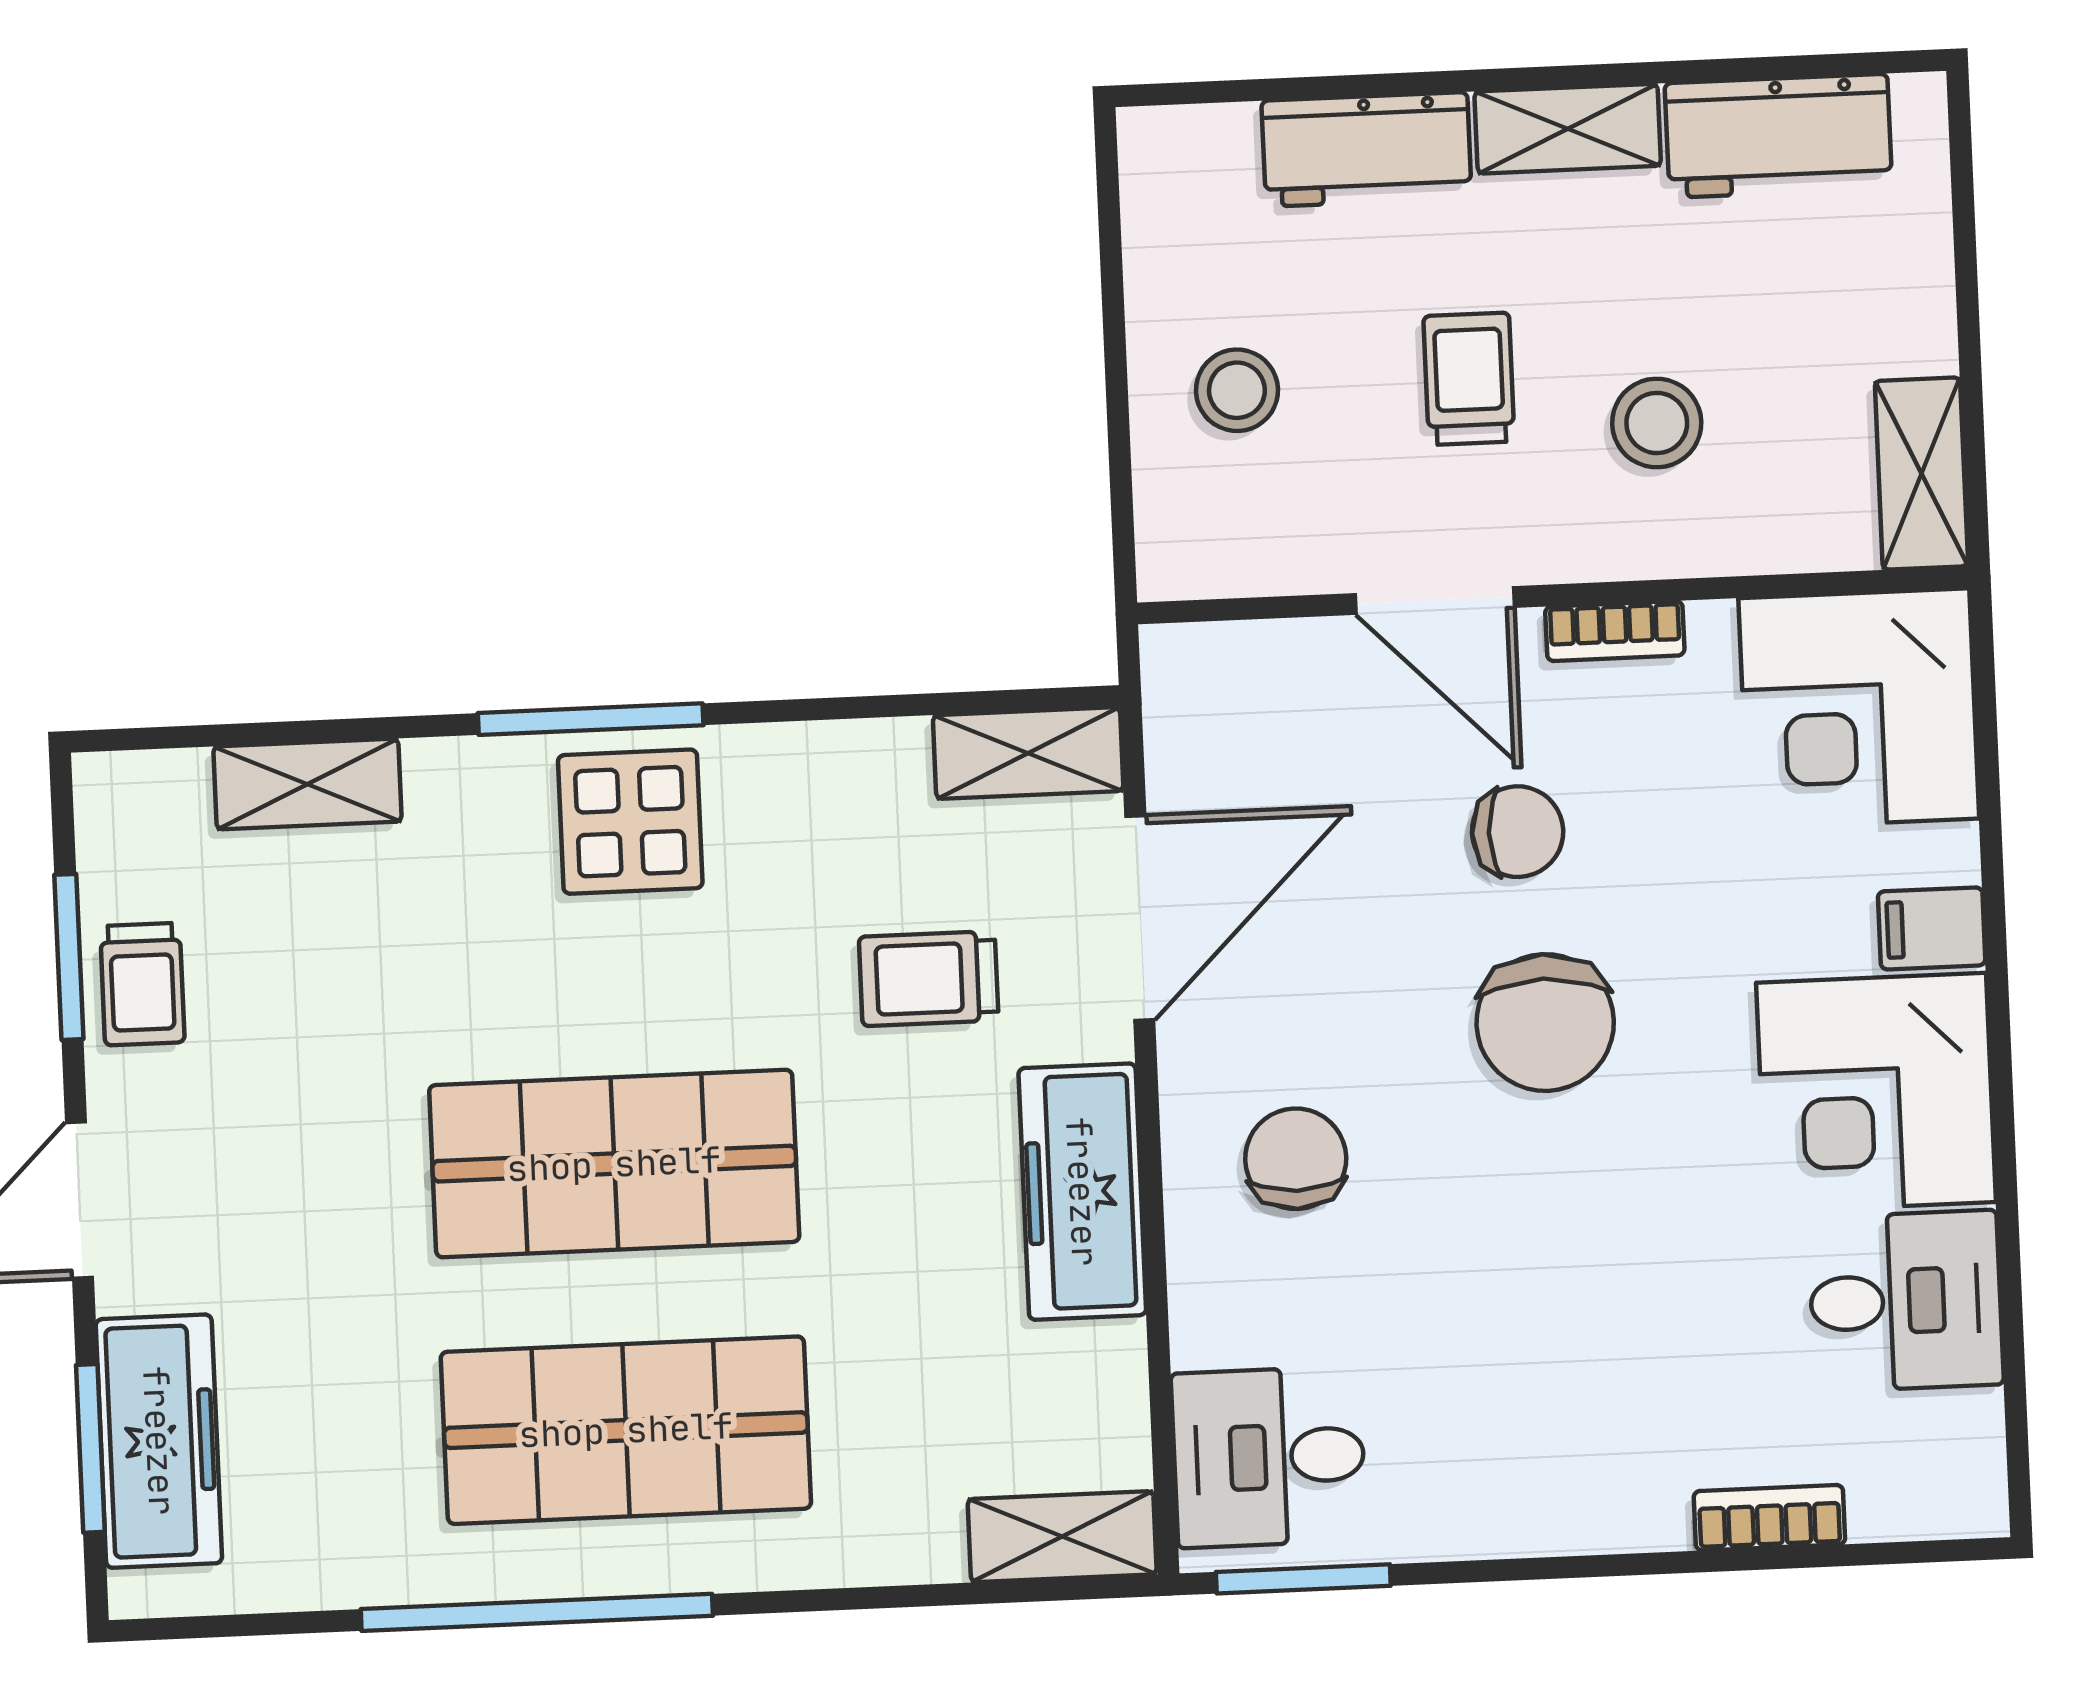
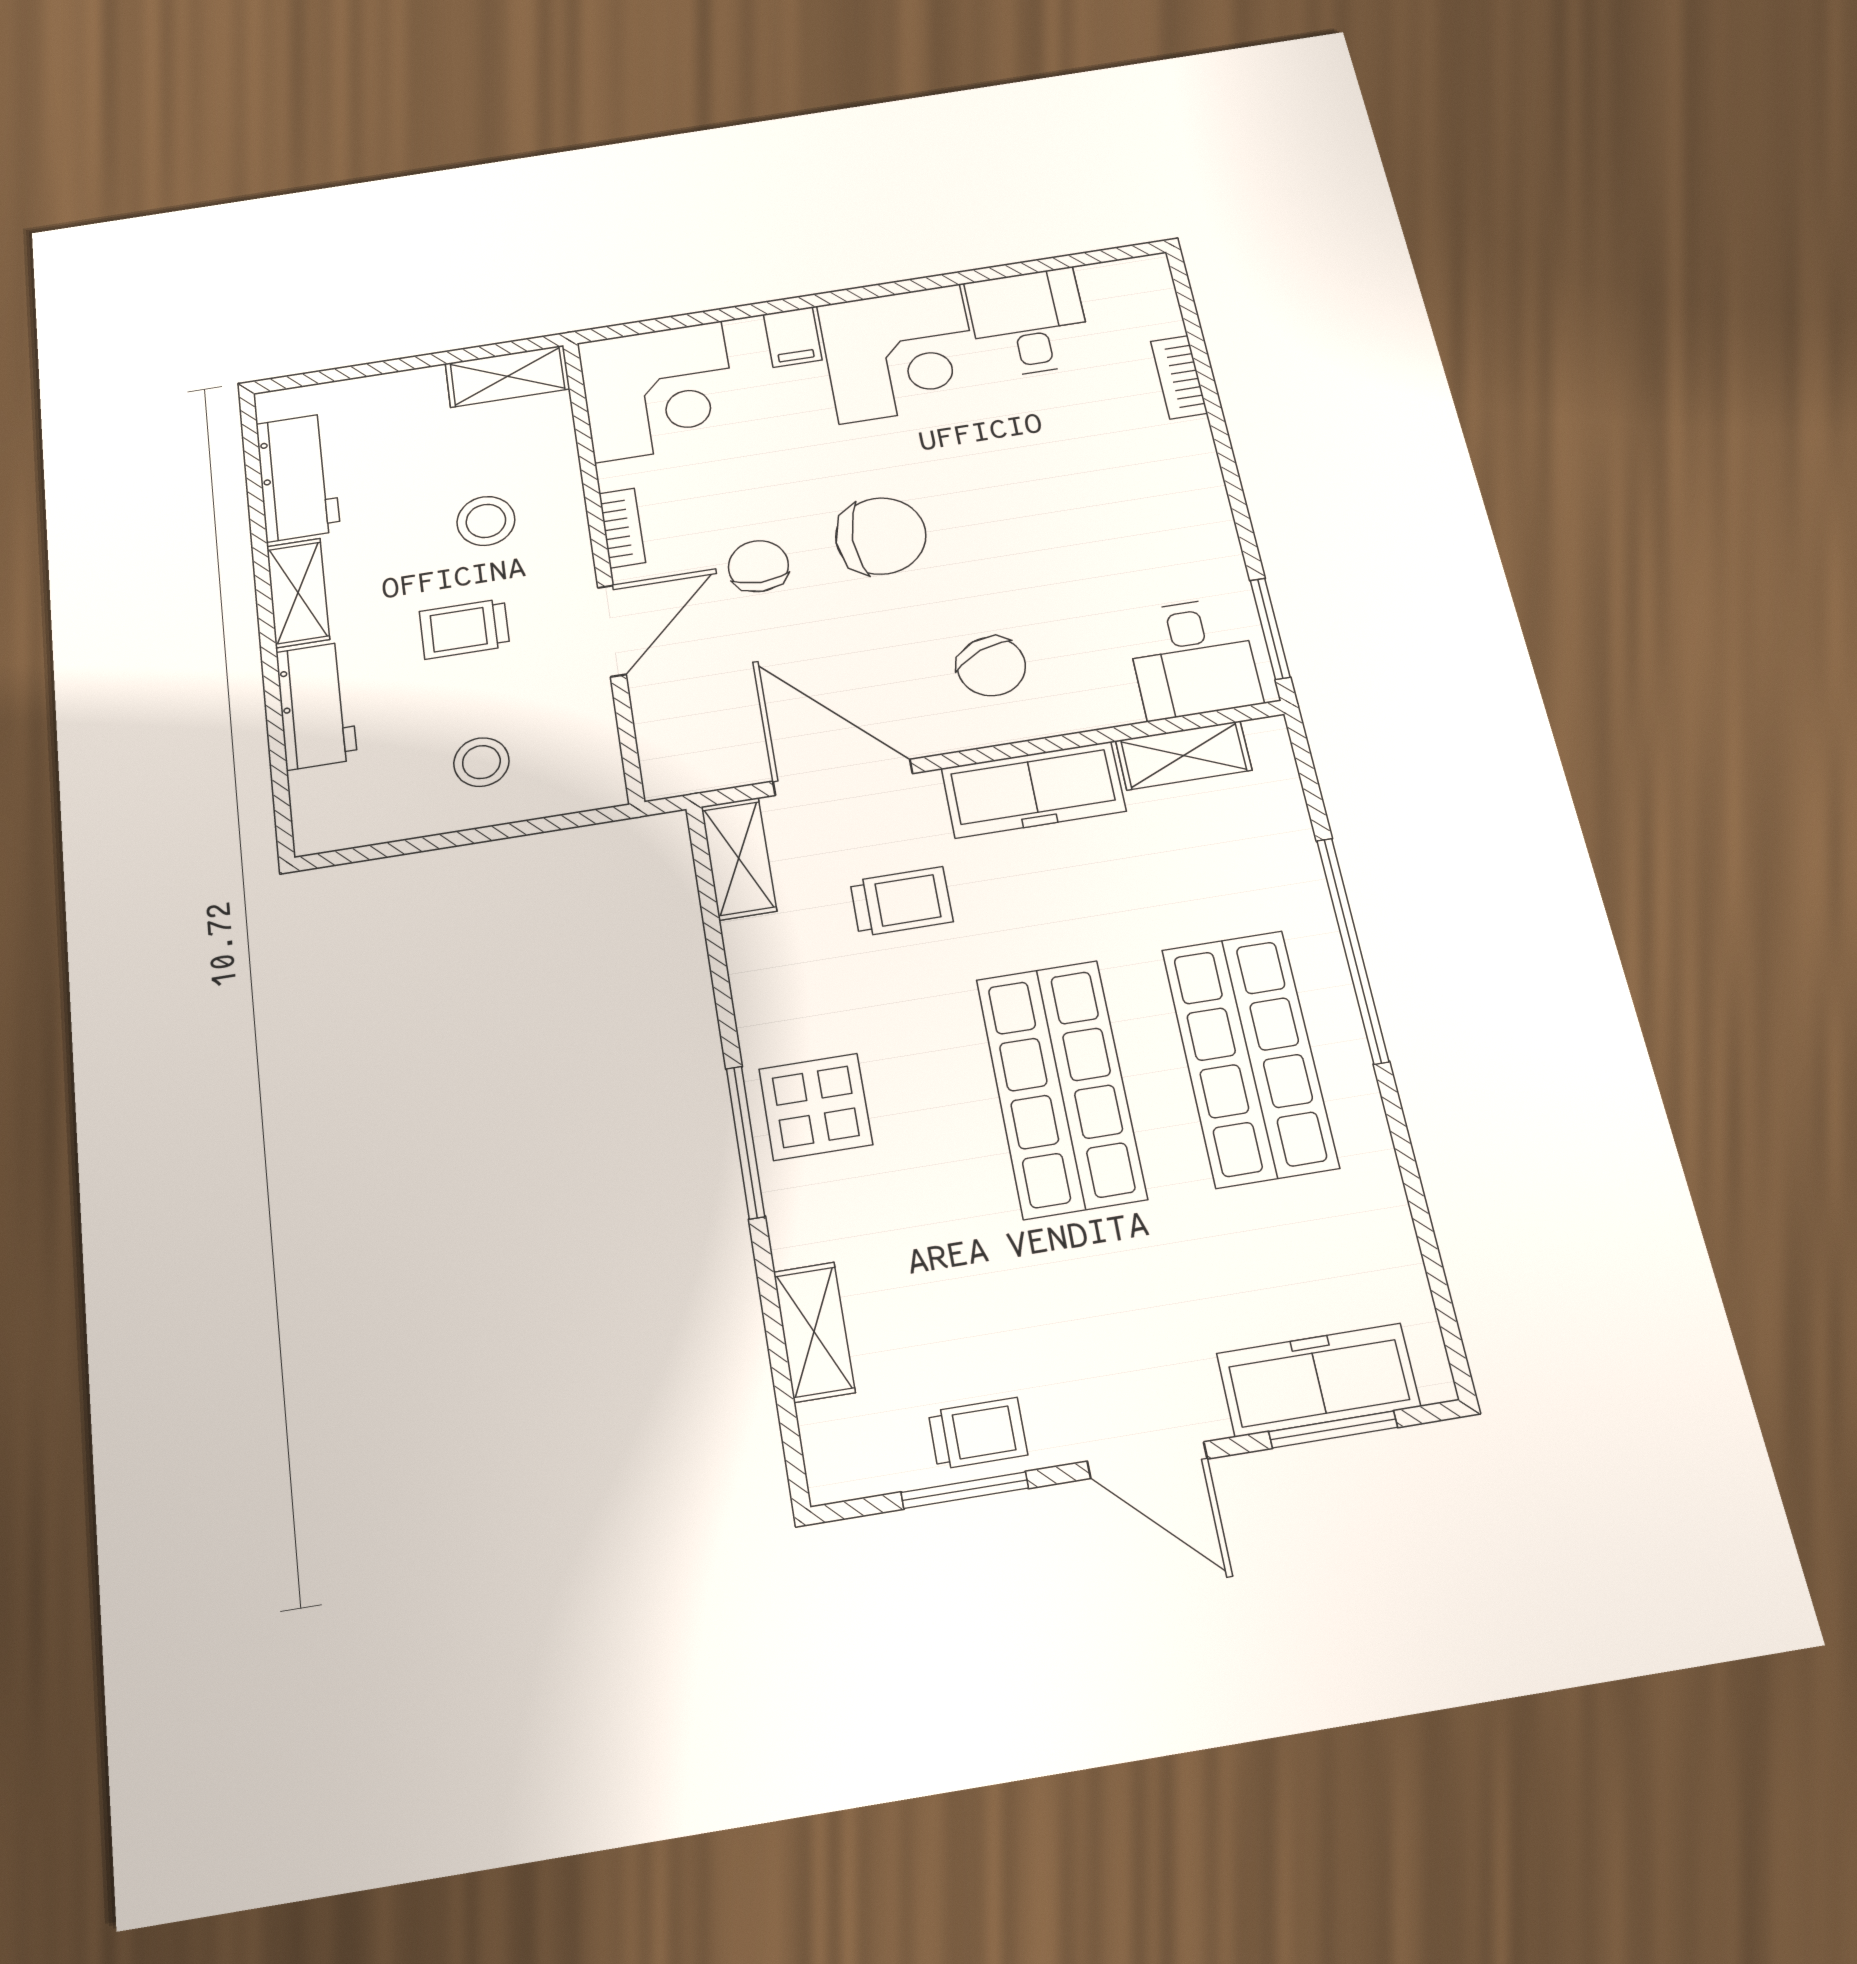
trolley: (929, 979) -> (901, 901), turned -90
chair: (1296, 1159) -> (991, 666), turned -113
shelving: (1062, 1537) -> (1184, 755), moved, turned 90
window: (537, 1612) -> (1352, 950), moved

